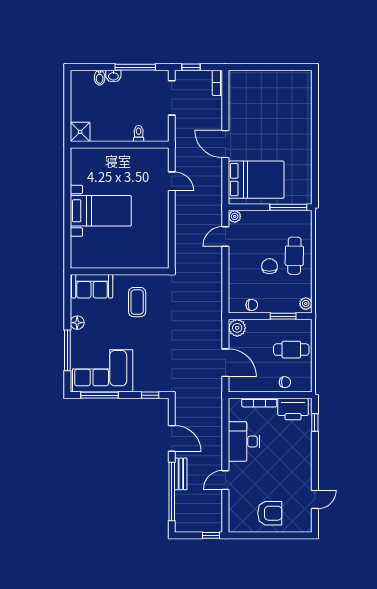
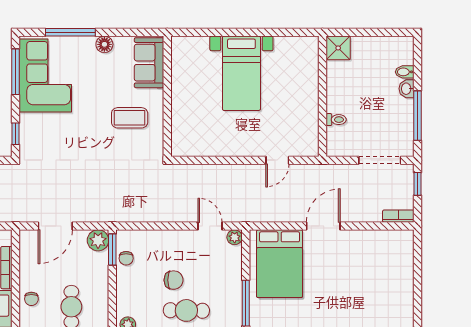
window: (283, 316) -> (112, 250), moved

